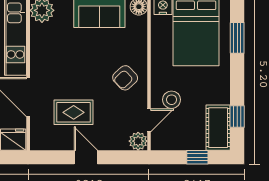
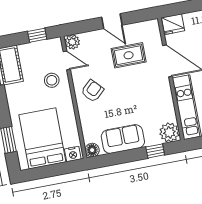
door: (149, 120) -> (67, 60), swing flipped
window: (197, 157) -> (37, 35), moved

